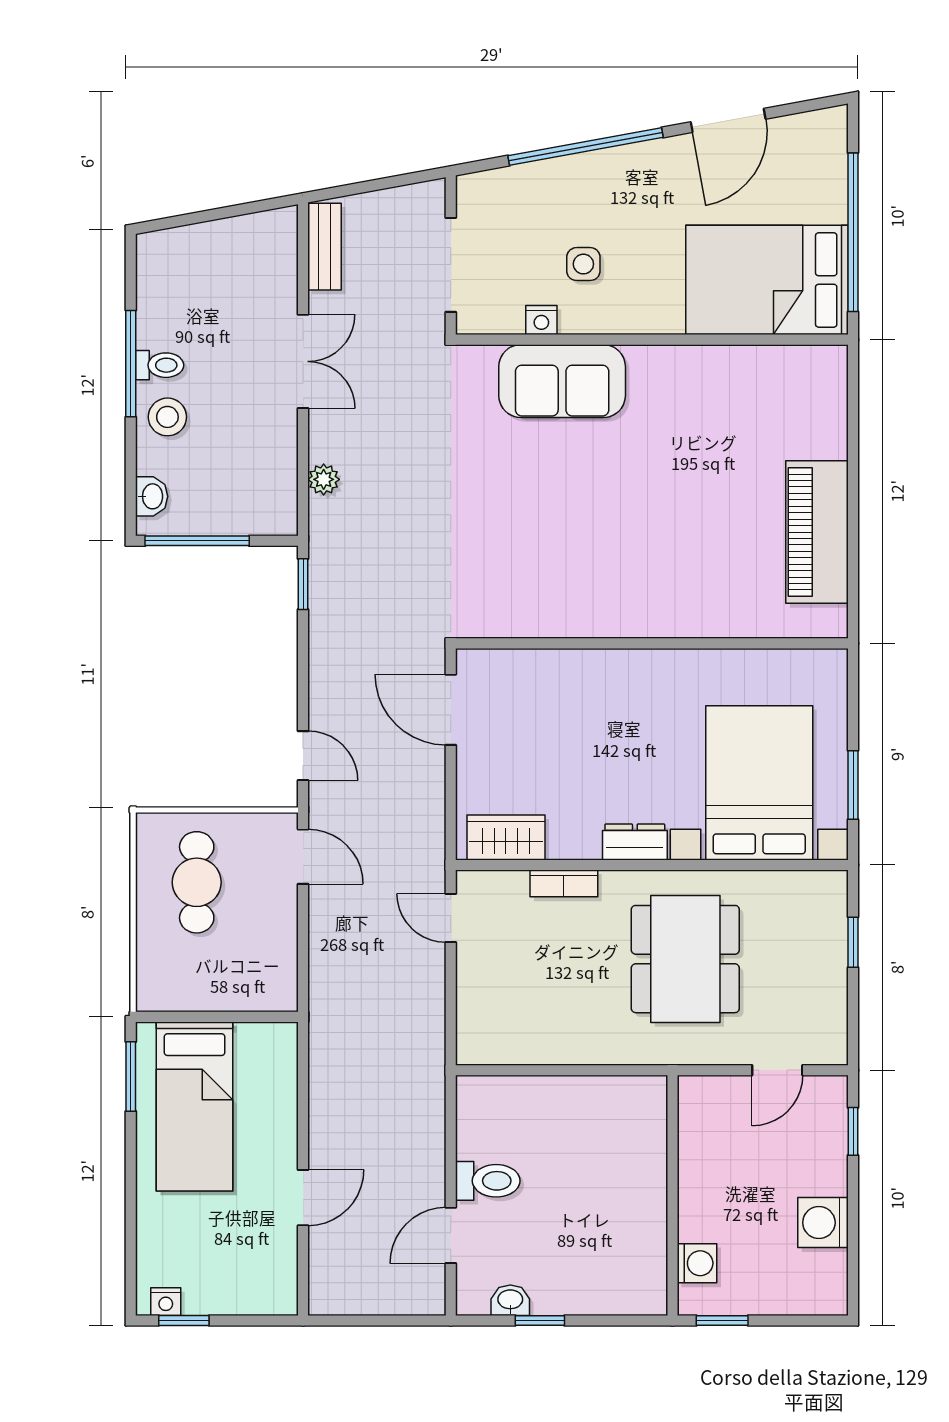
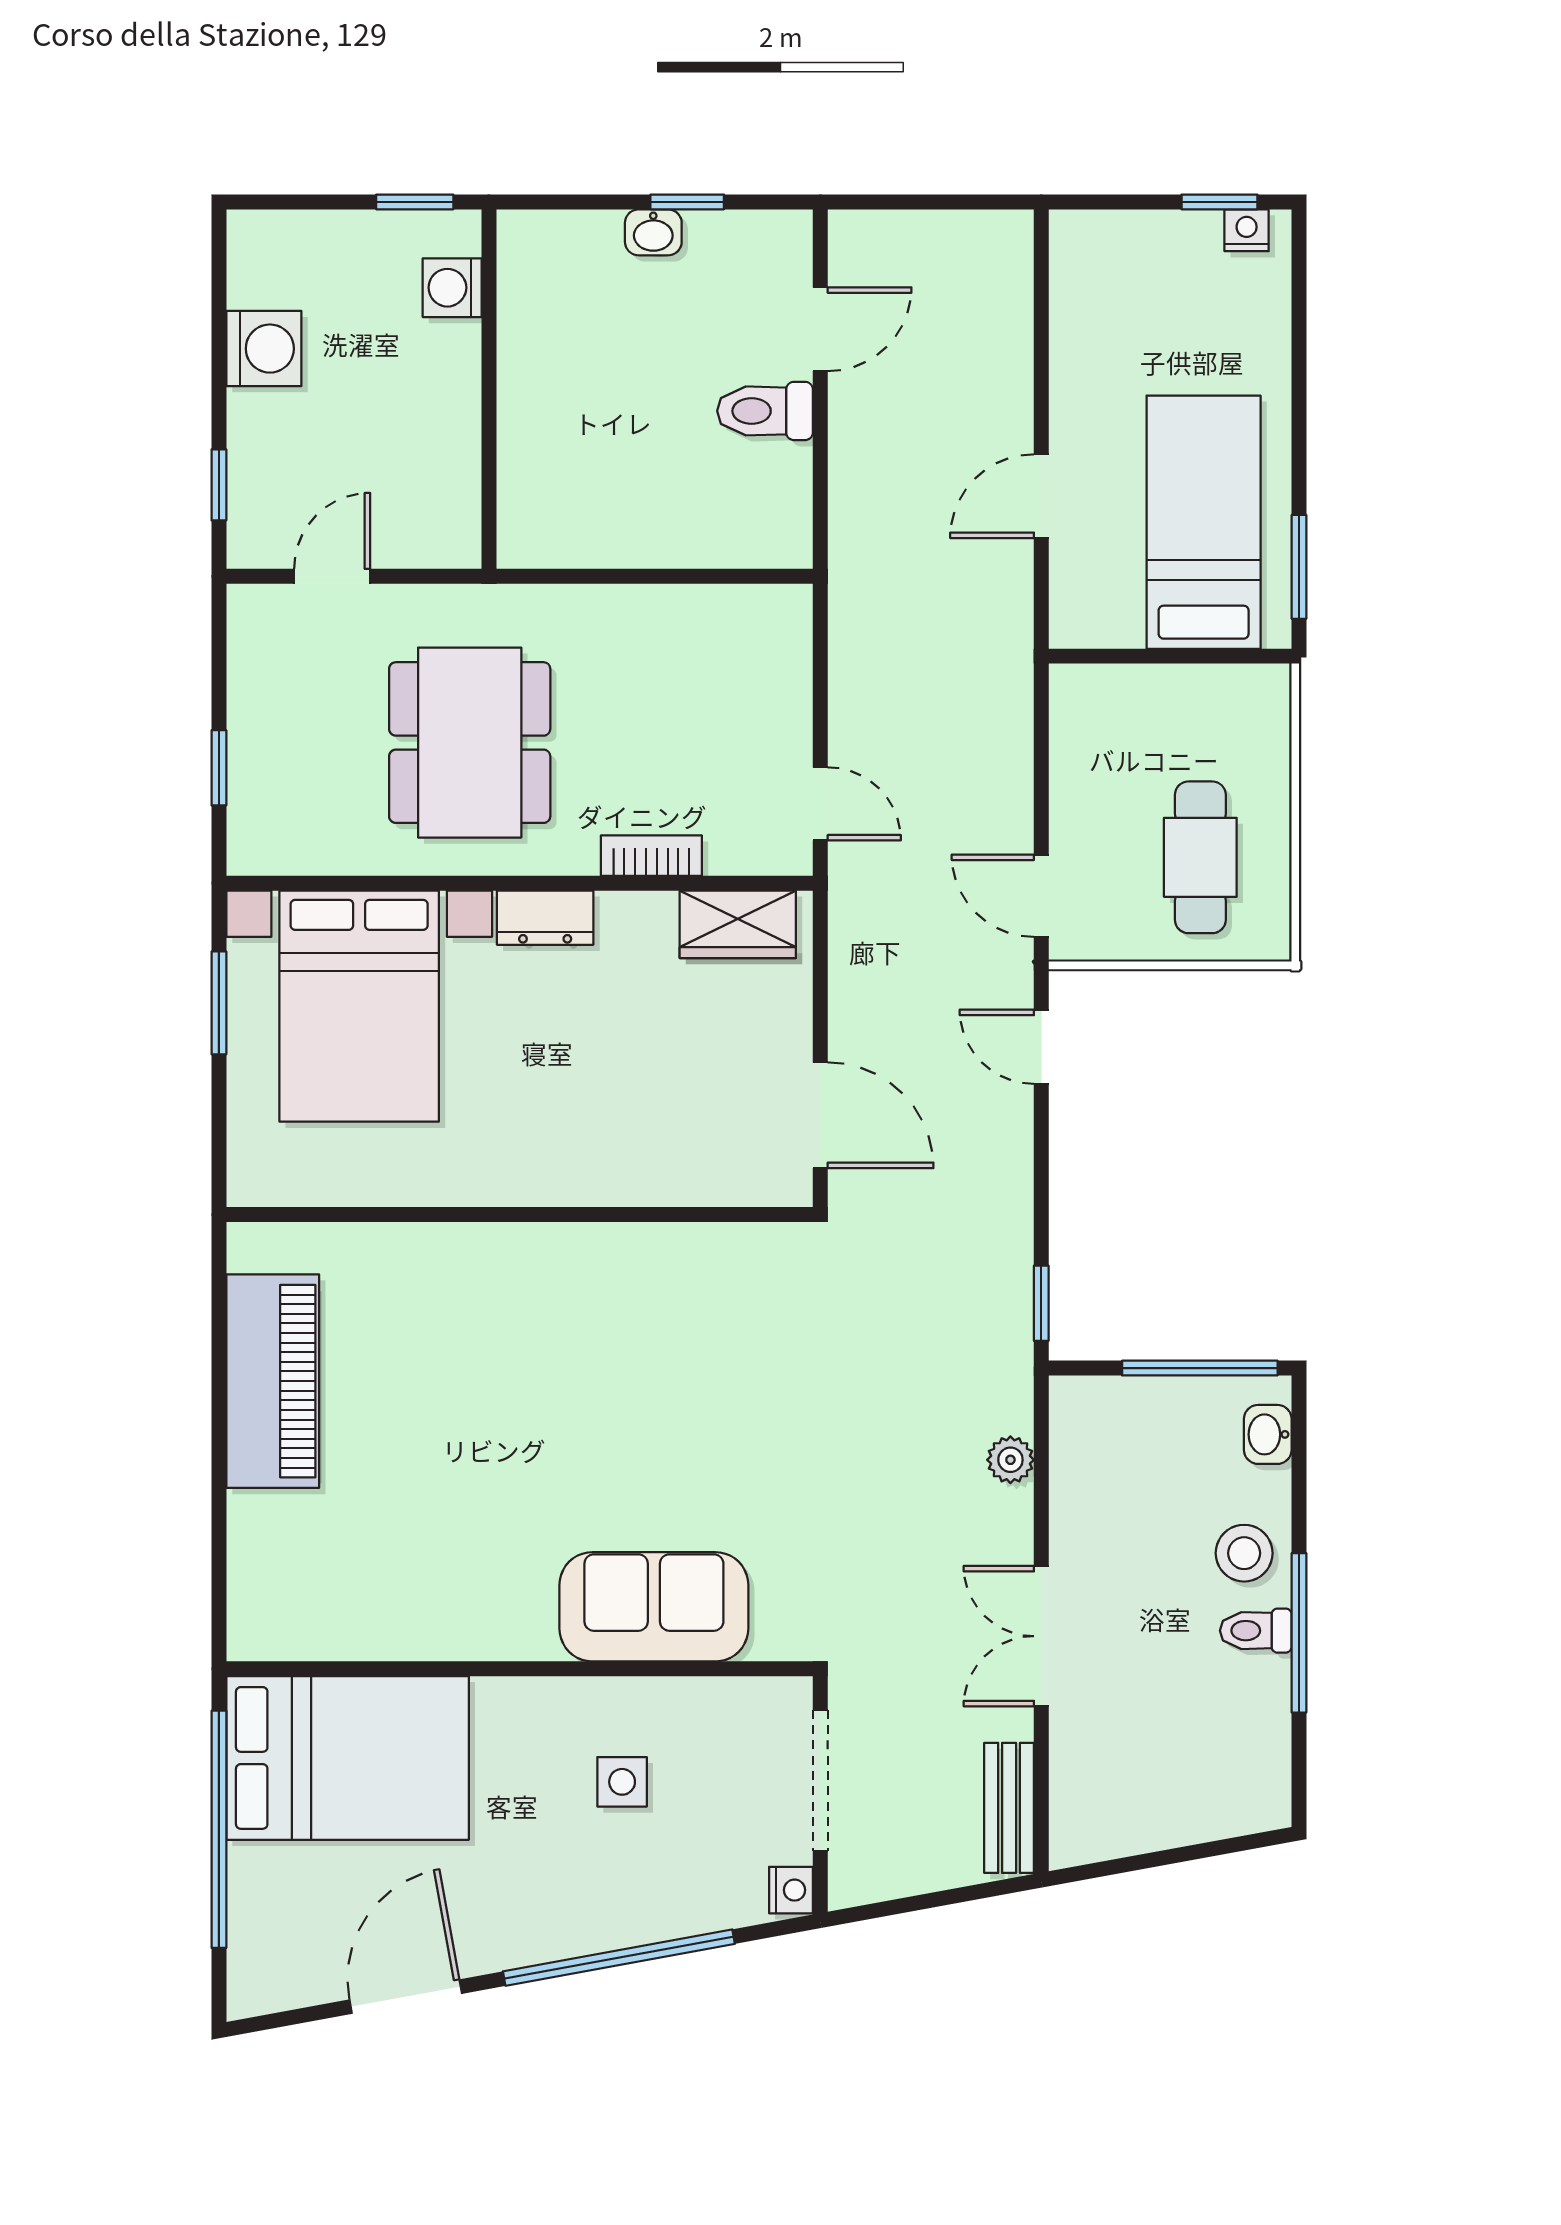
nightstand: (541, 320) -> (791, 1890), moved, turned 90
door: (303, 1198) -> (1041, 496), moved
washbasin: (510, 1300) -> (653, 232), moved

